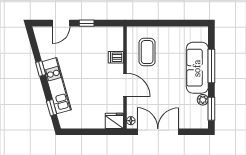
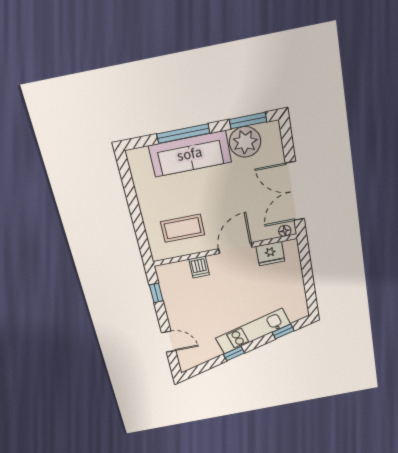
window: (87, 23) -> (156, 293), moved
plant: (203, 100) -> (245, 142), width x1.88, depth x1.88
fridge: (114, 121) -> (270, 254), moved, turned -90

